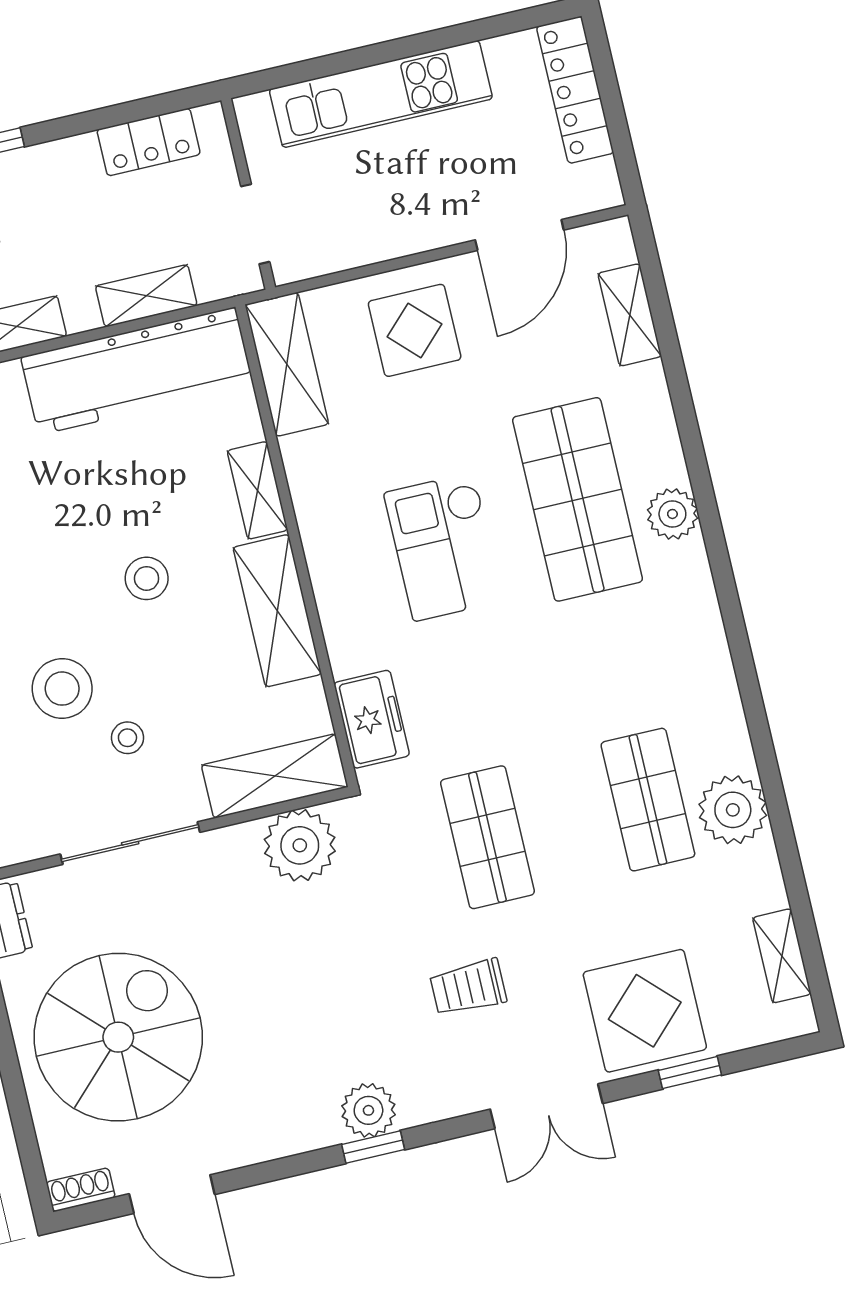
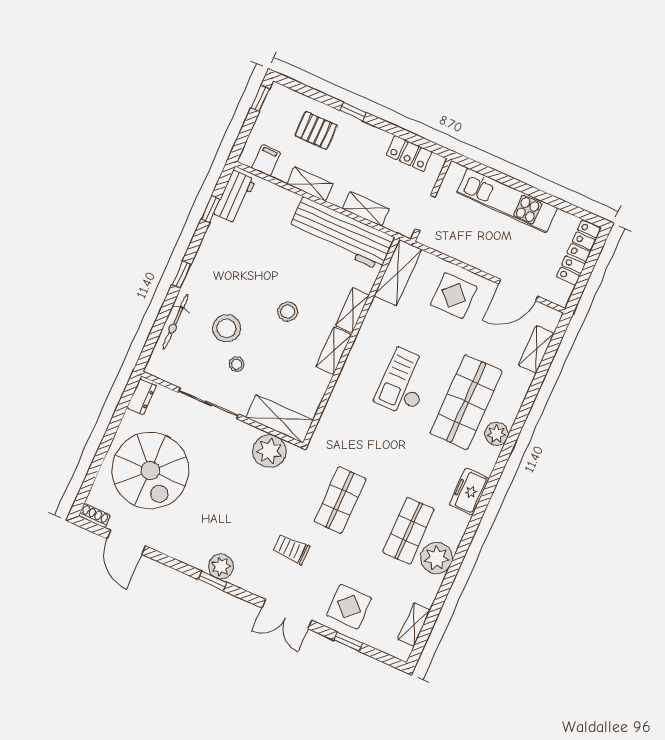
shelving: (277, 611) -> (334, 351), width x0.67, depth x0.75
freezer: (372, 719) -> (469, 492), moved, turned 180
display table: (645, 1011) -> (349, 607), width x0.73, depth x0.73
spiral stairs: (118, 1037) -> (150, 470), turned 90

